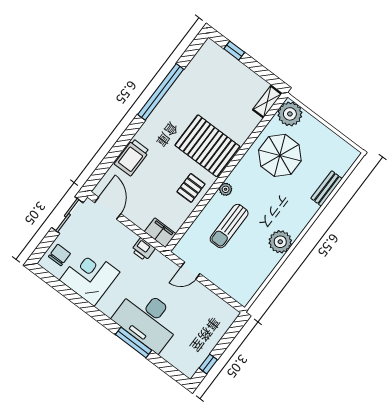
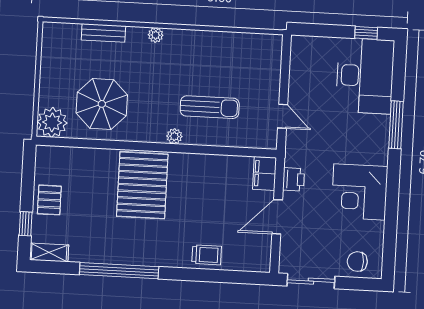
shelving: (267, 102) -> (49, 252), moved
trolley: (132, 157) -> (207, 255), width x0.73, depth x0.72
pallet: (191, 188) -> (49, 200), moved, turned 90
door: (108, 208) -> (277, 217), moved
plant: (280, 242) -> (156, 35), moved, width x0.53, depth x0.53
corner desk: (90, 276) -> (359, 192), moved
desk: (148, 319) -> (365, 76), moved

